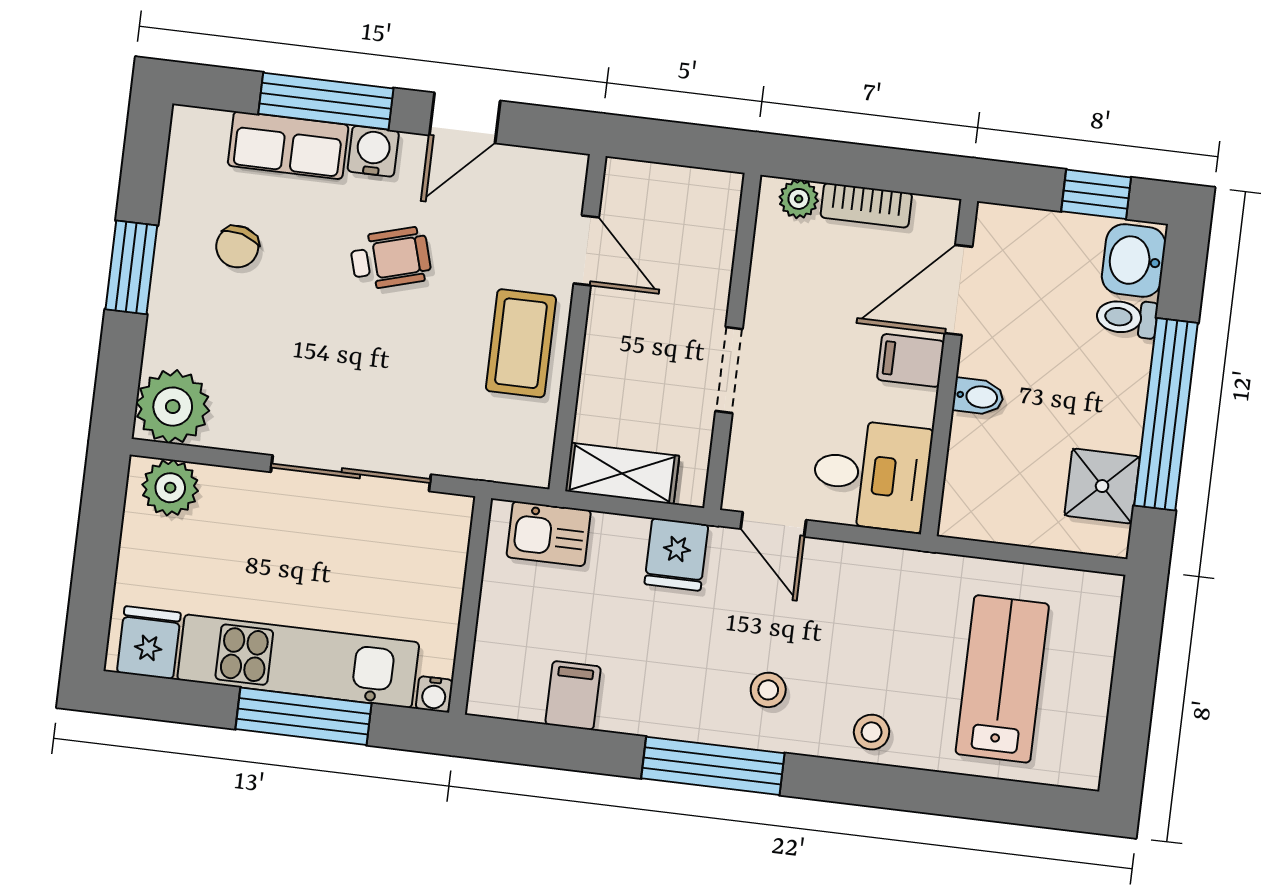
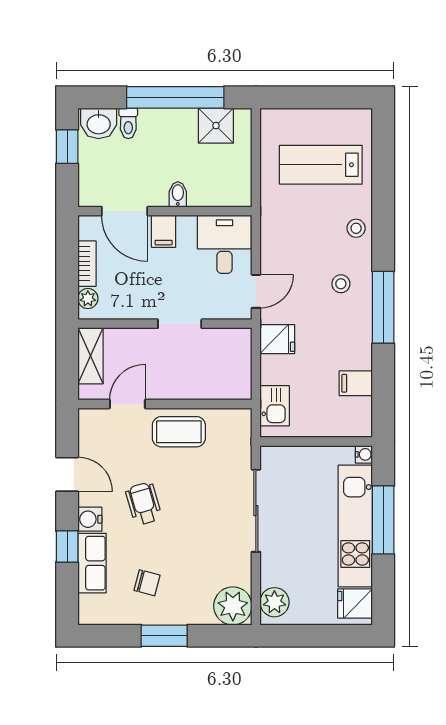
window: (326, 101) -> (67, 546), width x0.46
shelving: (622, 473) -> (90, 356), moved

